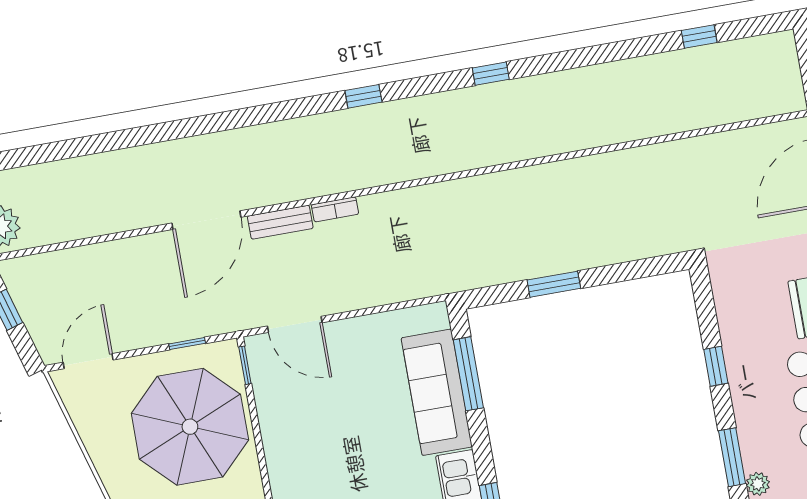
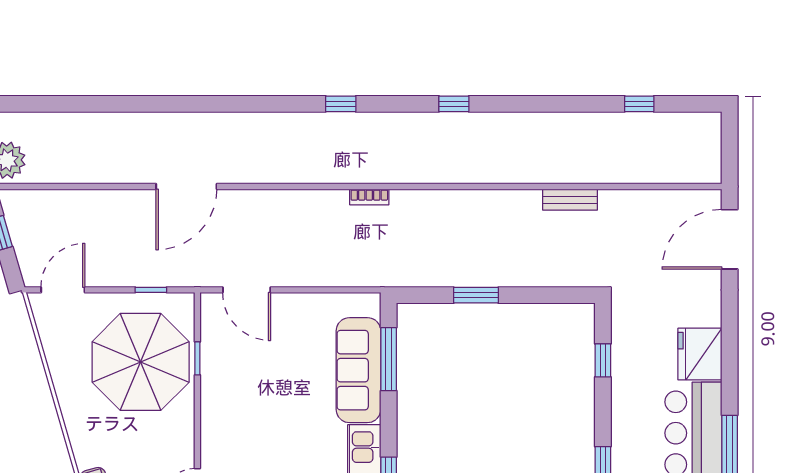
bookcase: (335, 209) -> (369, 197), moved
bench: (280, 222) -> (570, 200), moved
window: (245, 365) -> (197, 358), moved
window: (716, 366) -> (603, 360), moved

